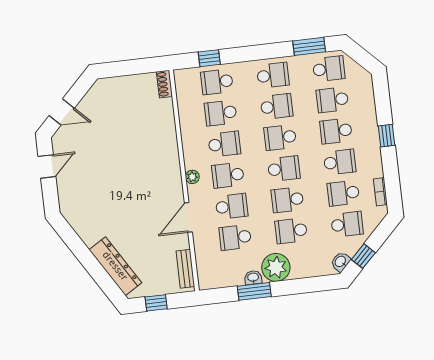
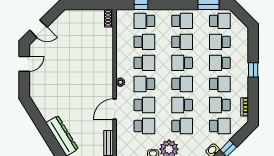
school desk: (221, 113) -> (144, 42), turned 180
school desk: (291, 231) -> (182, 126), turned 180
school desk: (235, 237) -> (144, 126), turned 180

